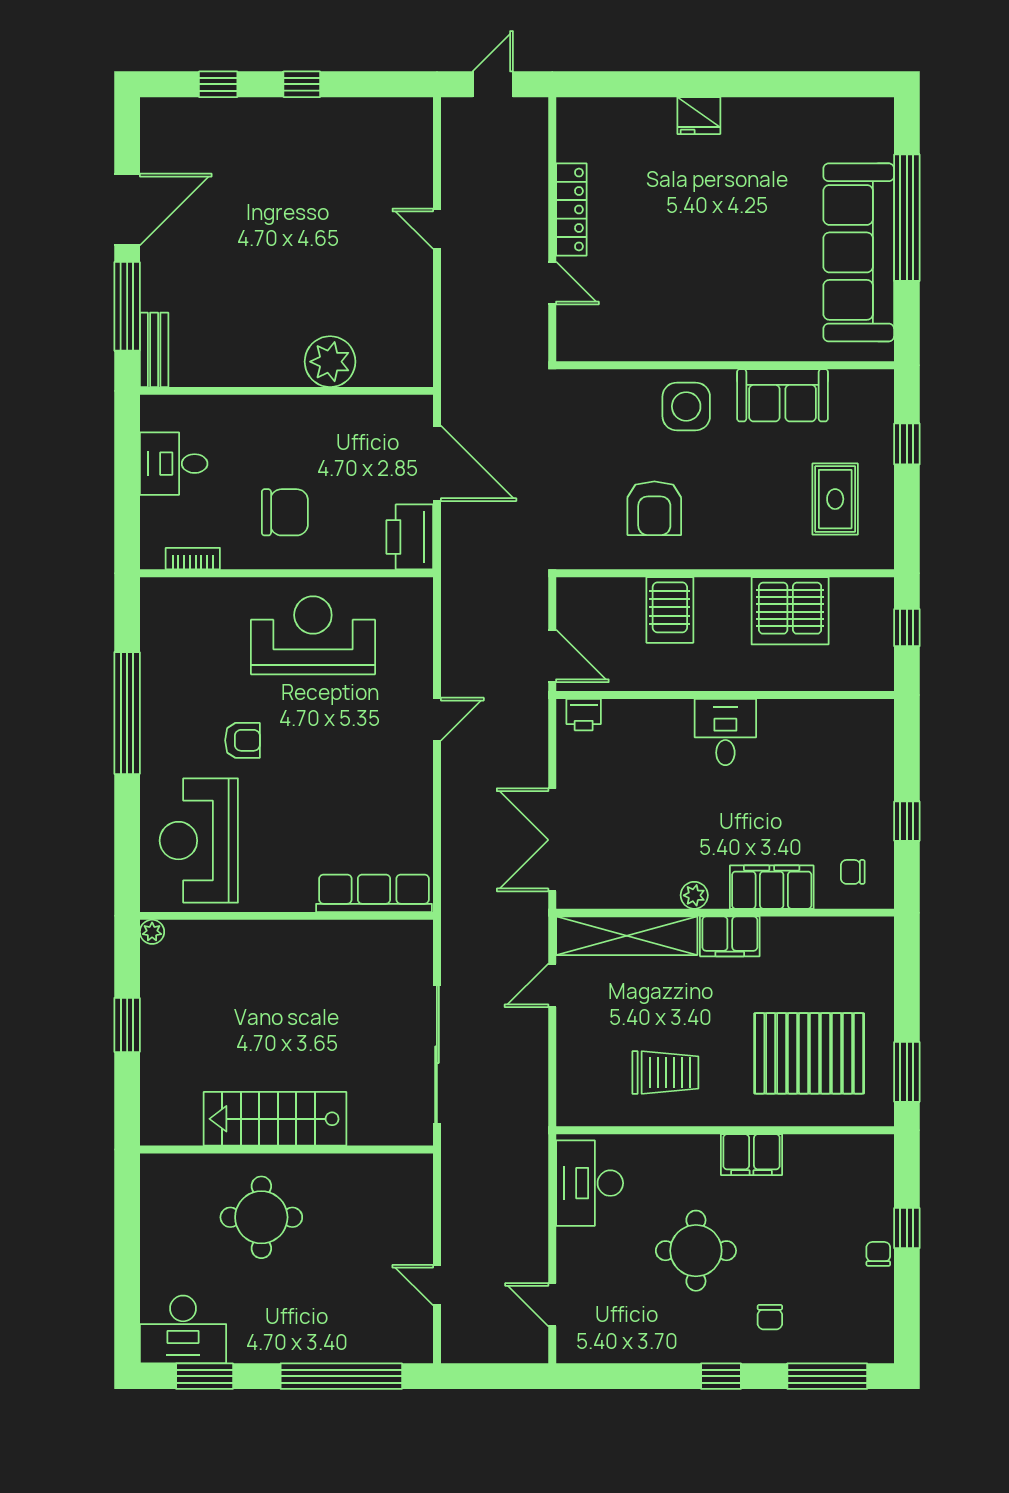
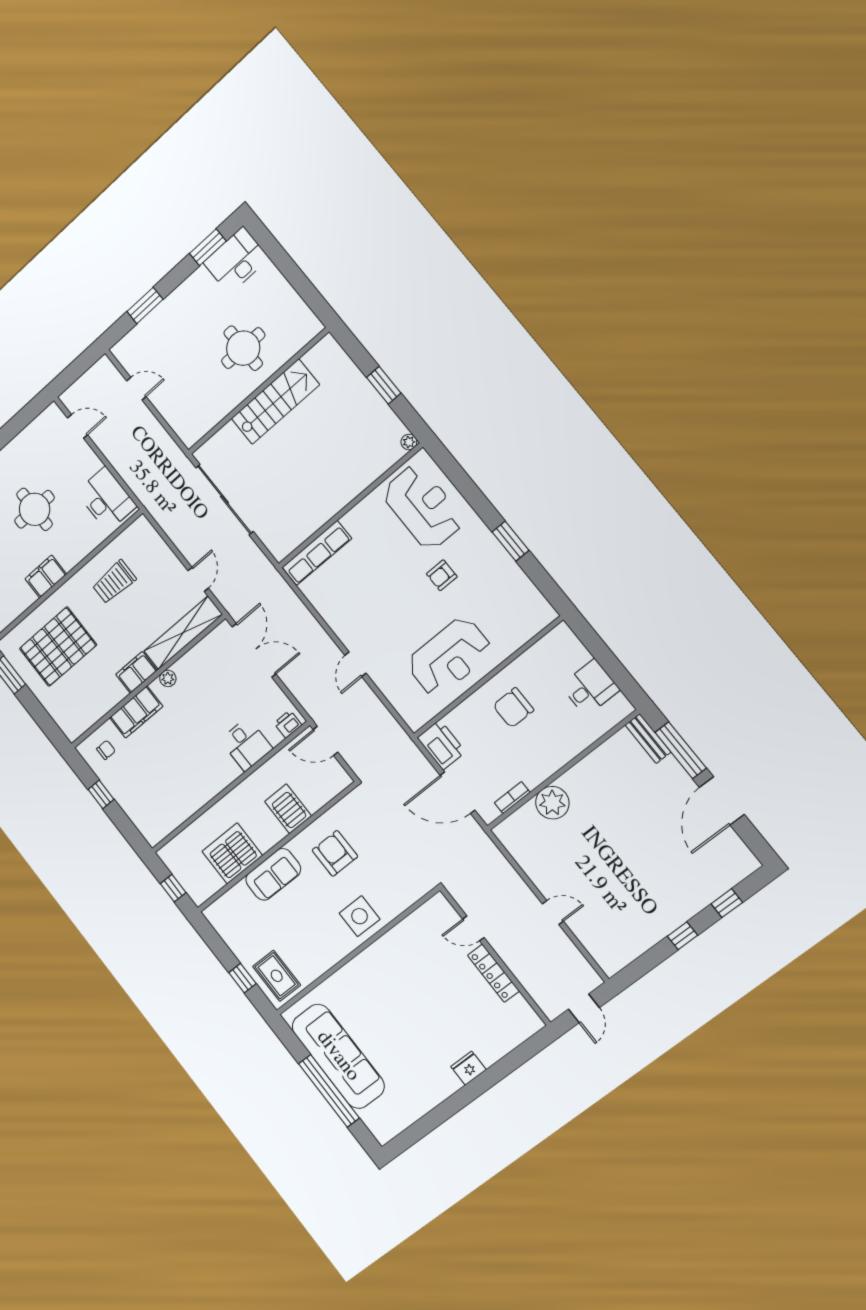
sofa: (782, 395) -> (273, 874), moved, turned 180
rug: (835, 499) -> (277, 976), moved
bookcase: (193, 559) -> (512, 797), moved, turned 180
window: (127, 713) -> (511, 541), width x0.47
desk: (725, 732) -> (246, 744), moved
window: (341, 1376) -> (145, 306), width x0.47

